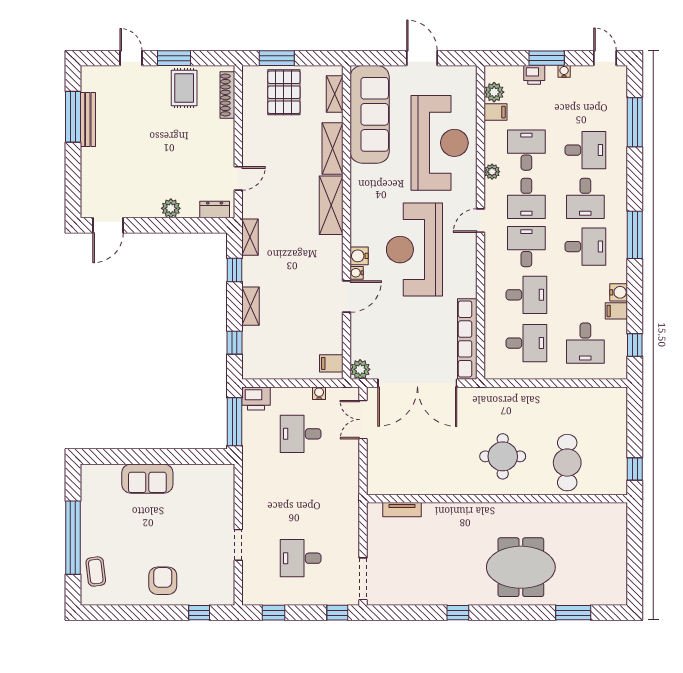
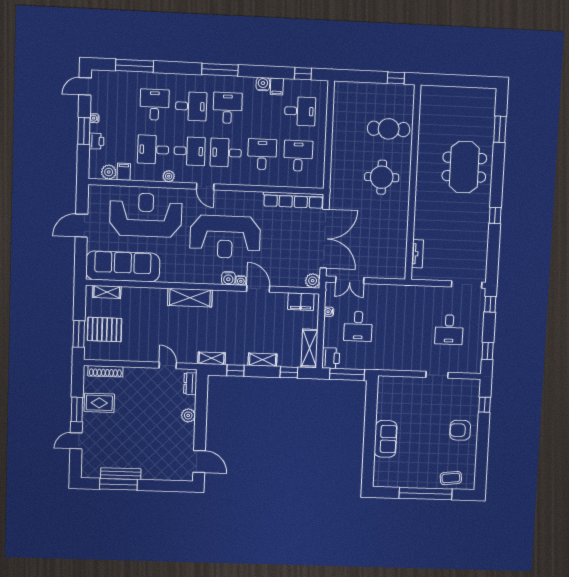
shelving: (333, 148) -> (309, 348), moved, turned 90
filing cabinet: (331, 363) -> (301, 302), width x2.00

